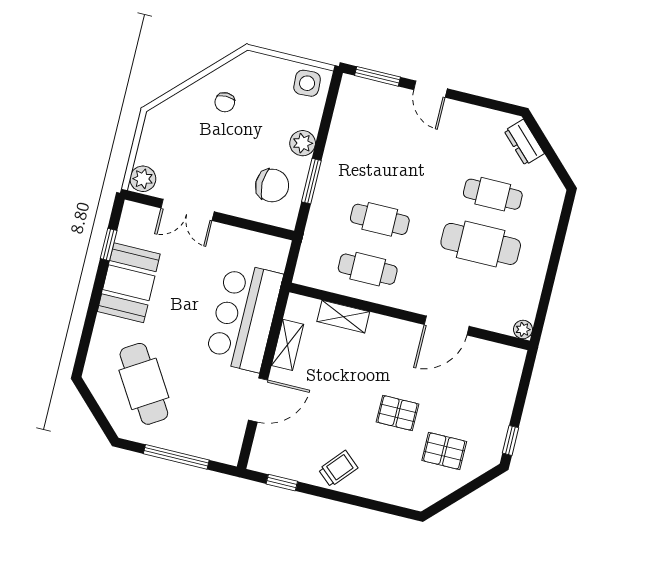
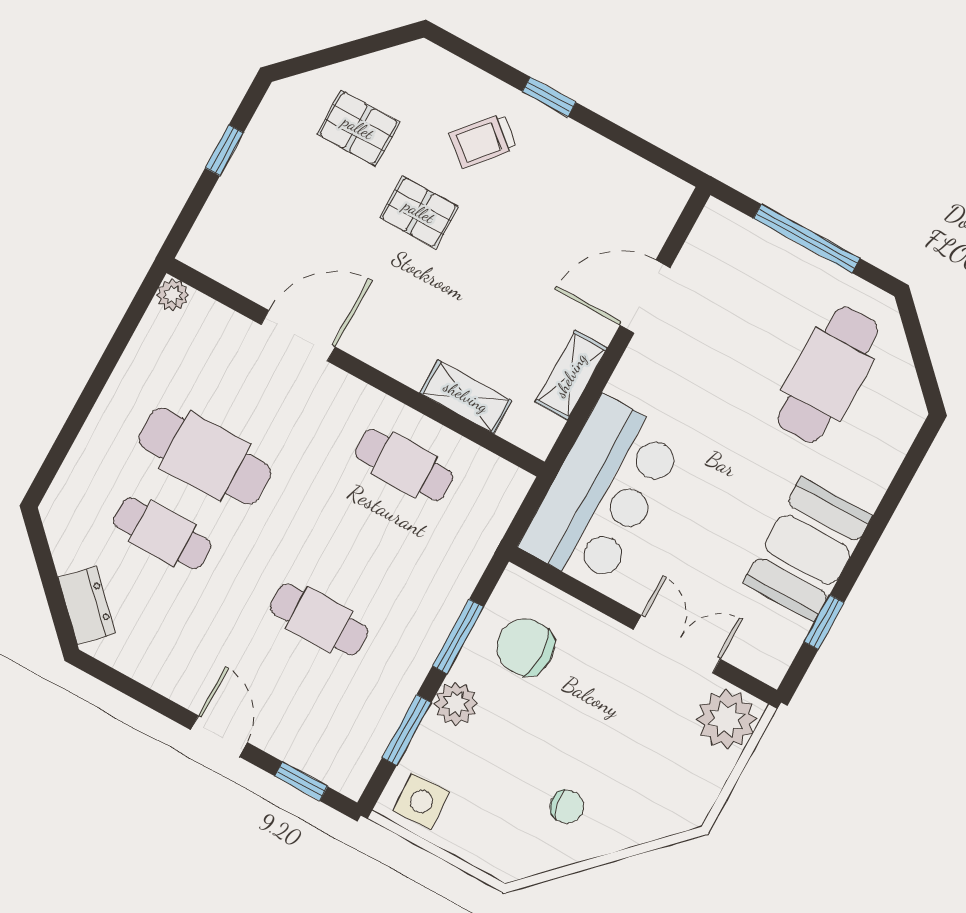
window: (377, 76) -> (301, 781), width x0.67
chair: (225, 102) -> (567, 807), turned 78
window: (326, 121) -> (407, 730), added
plant: (143, 179) -> (727, 719), width x1.36, depth x1.36
cafe table: (380, 219) -> (319, 620), moved
bar counter: (244, 317) -> (602, 493), moved
cafe table: (144, 384) -> (828, 375), turned 32
window: (510, 440) -> (224, 150), moved
trolley: (338, 469) -> (483, 141), moved
window: (282, 483) -> (549, 97), moved

